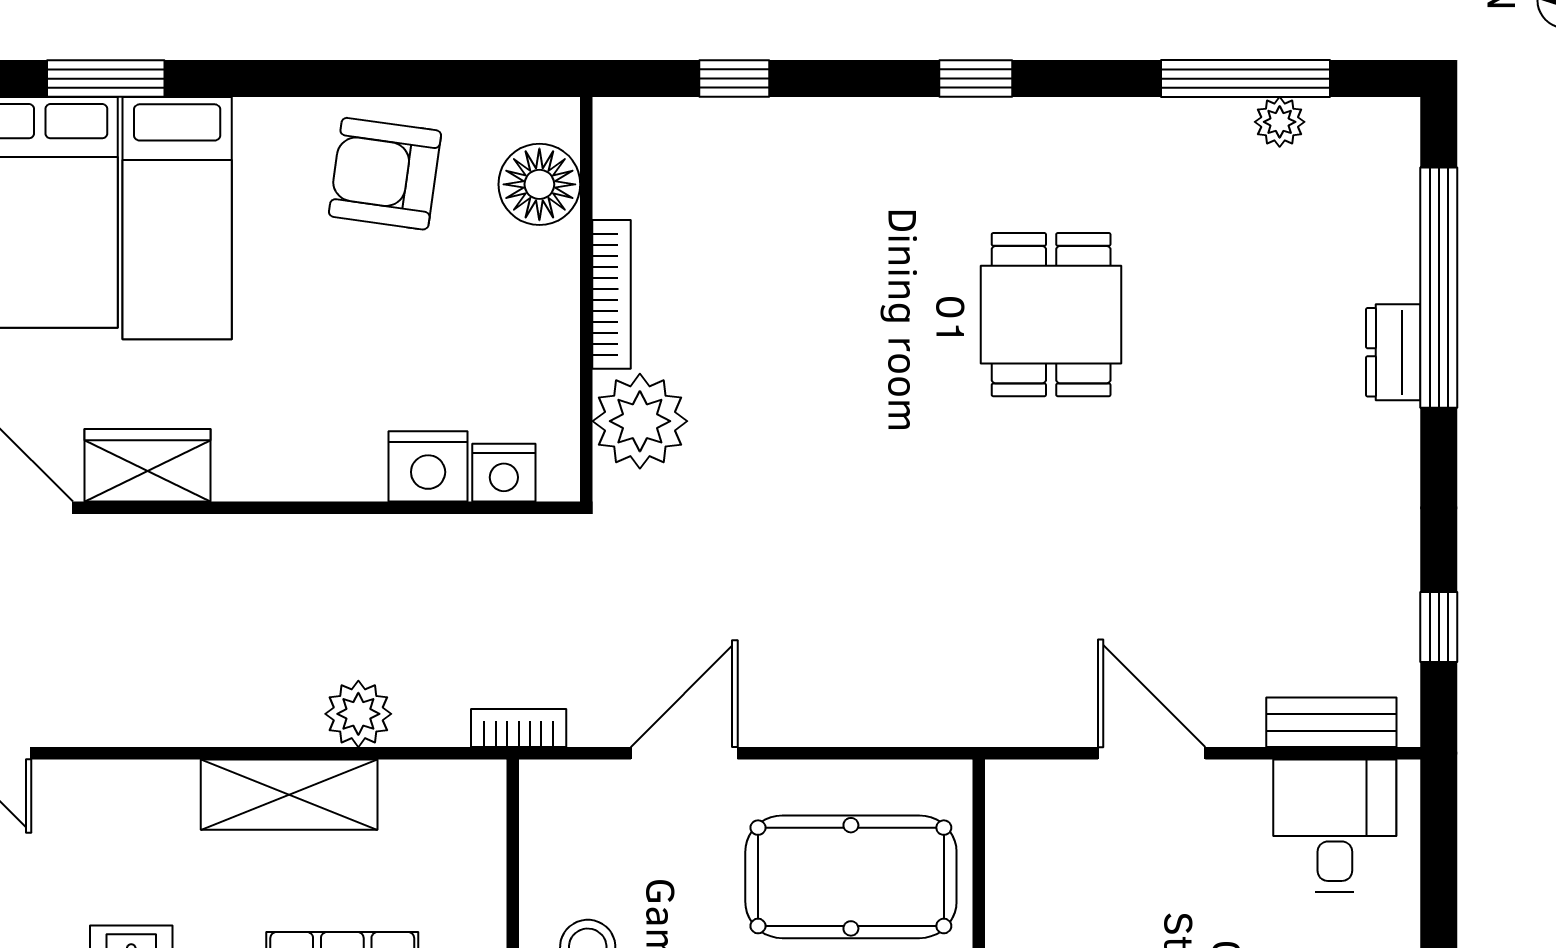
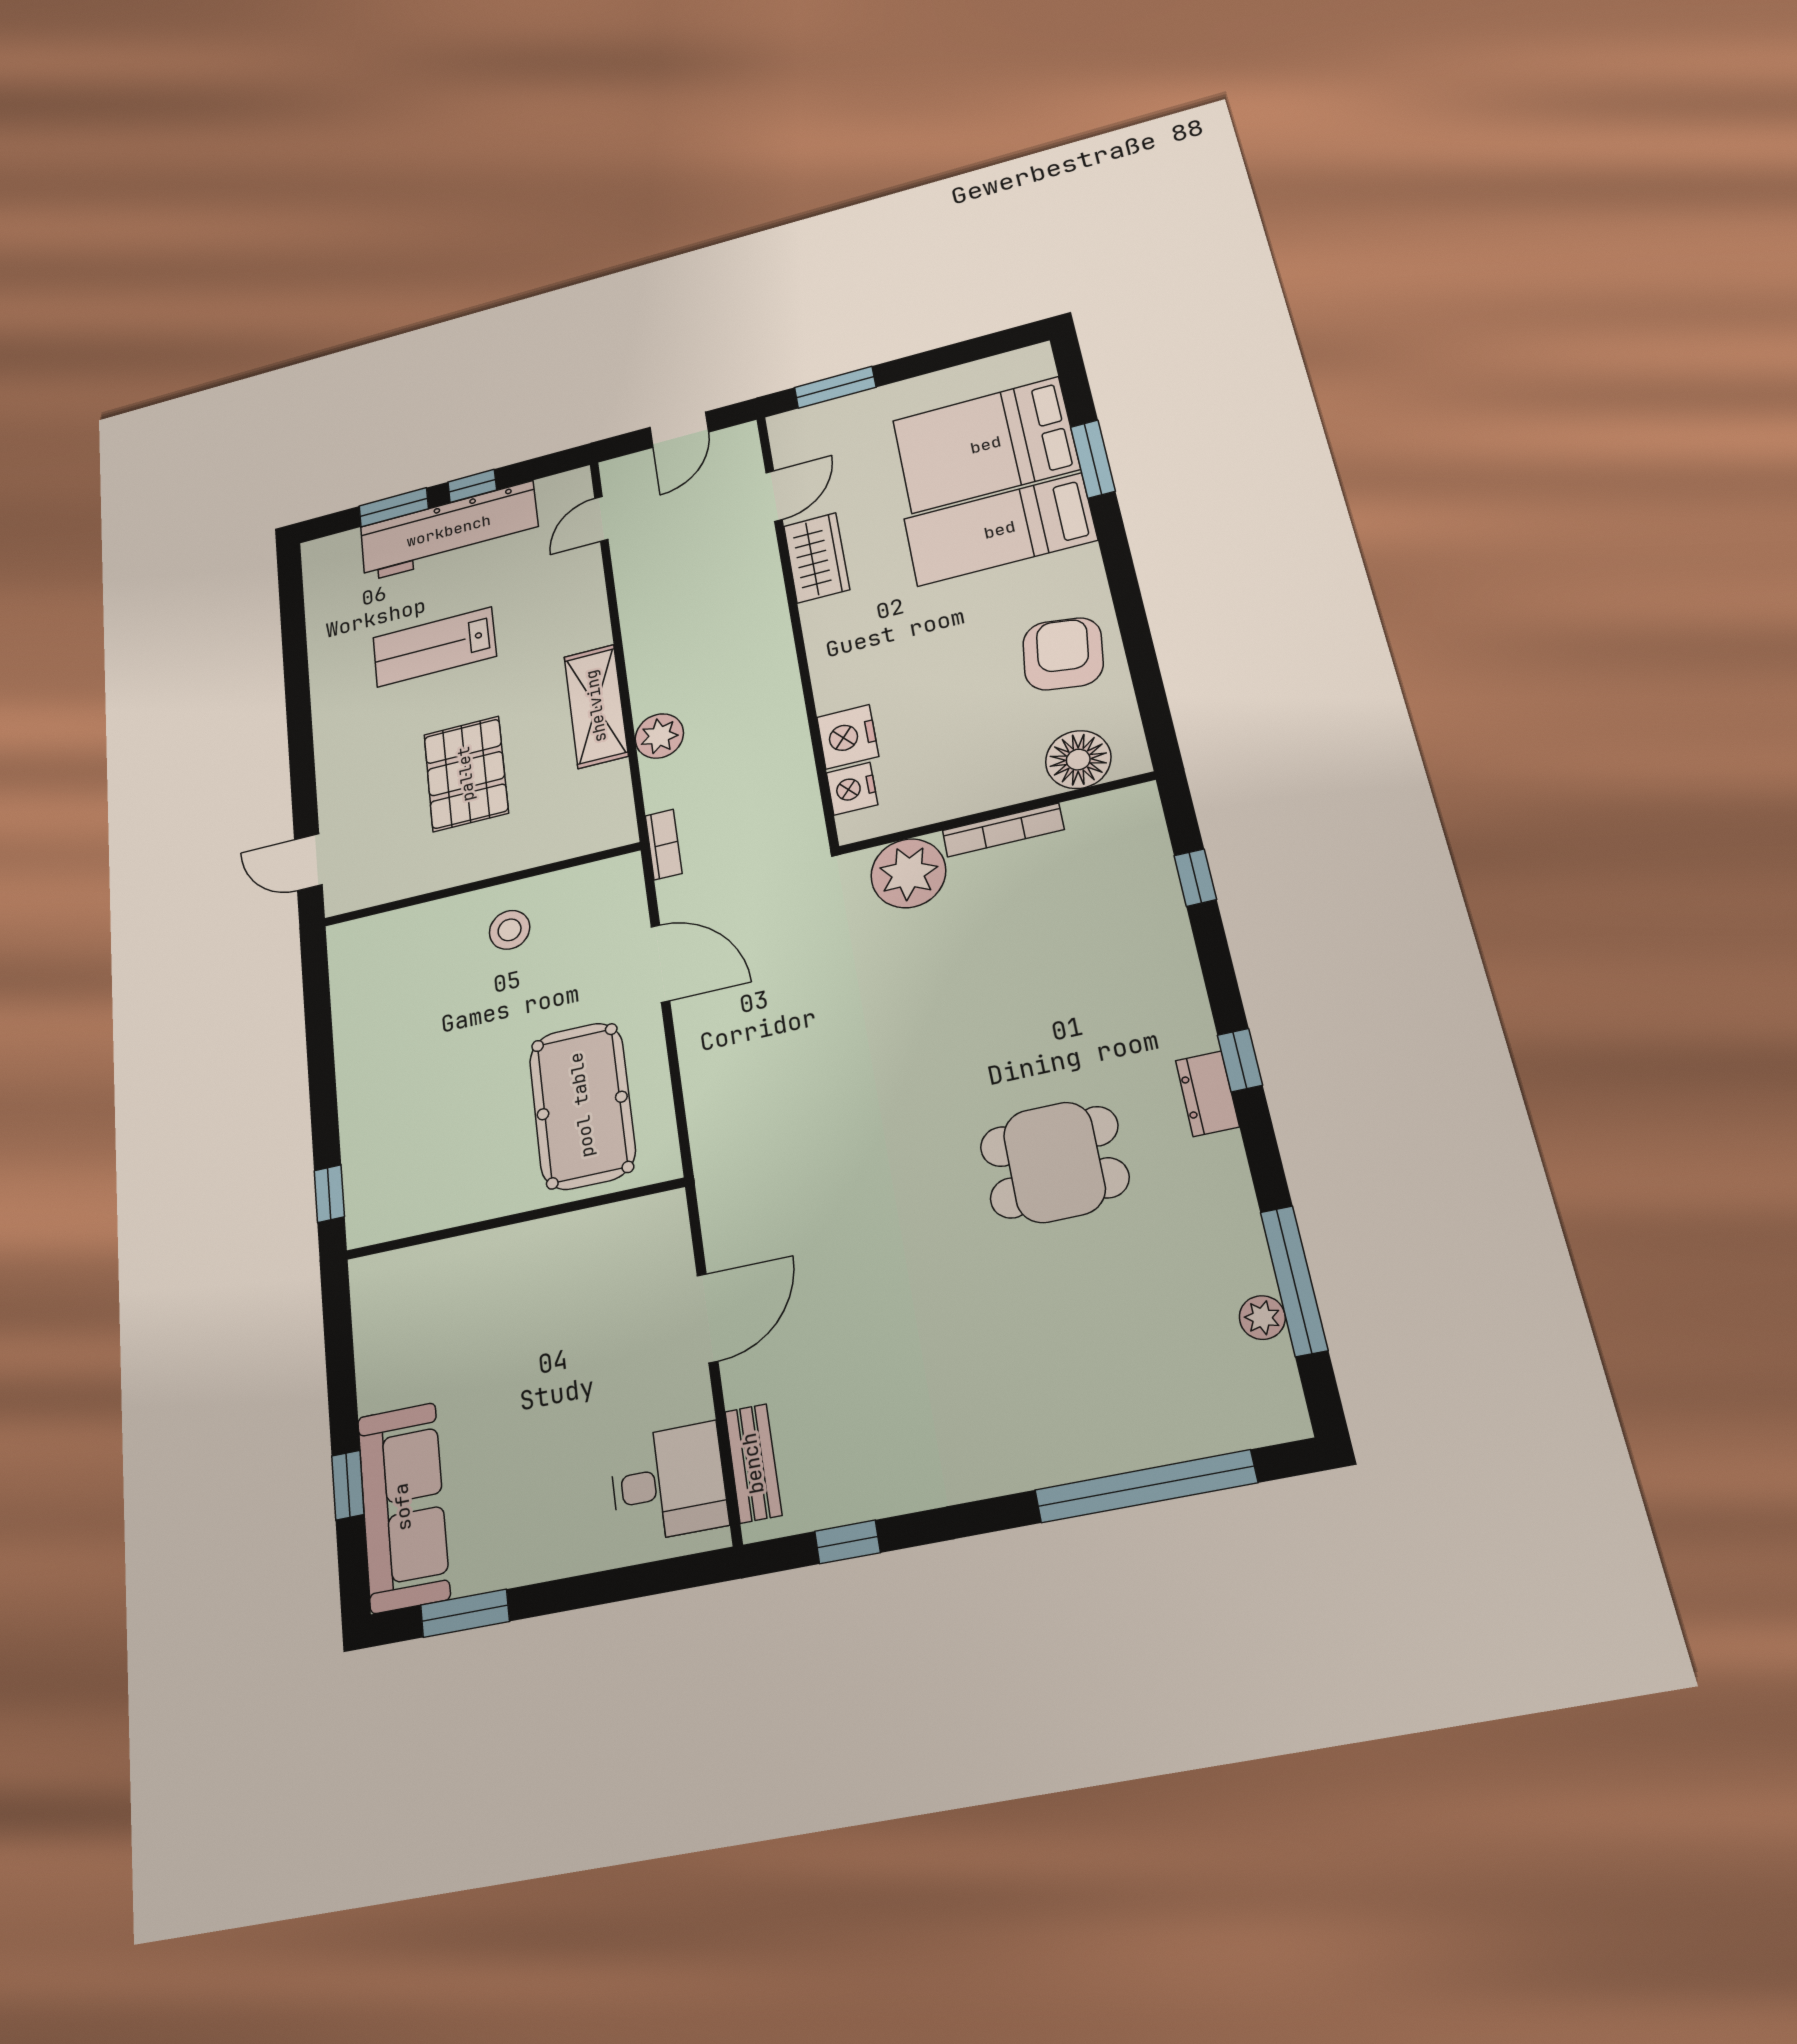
dresser: (1393, 352) -> (1207, 1094), moved, turned -90

